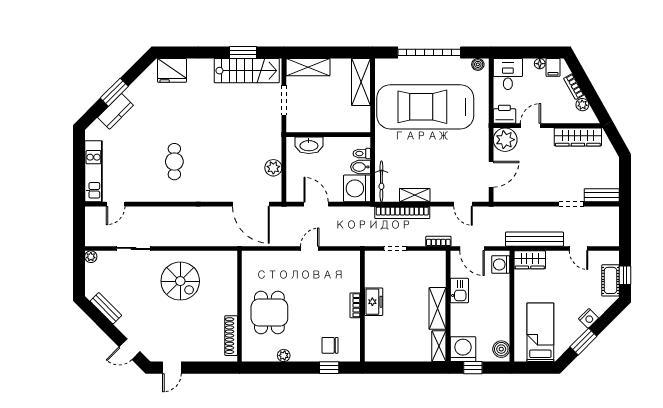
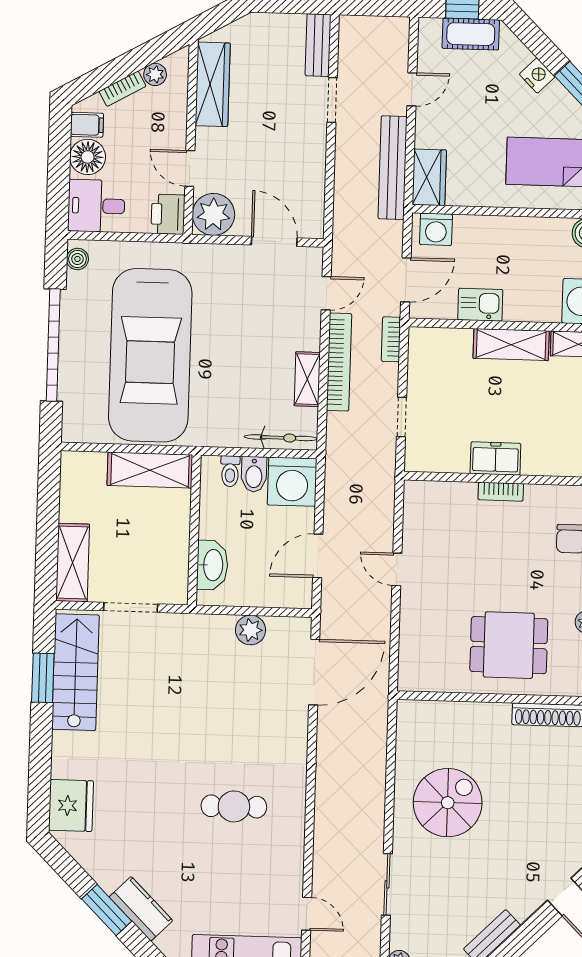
floor lamp: (540, 64) -> (88, 157), width x1.89, depth x1.89
shelving: (361, 82) -> (150, 470), moved
bookcase: (402, 213) -> (339, 362), moved

